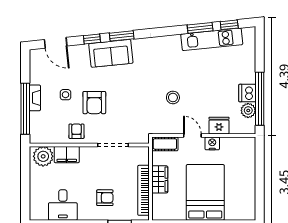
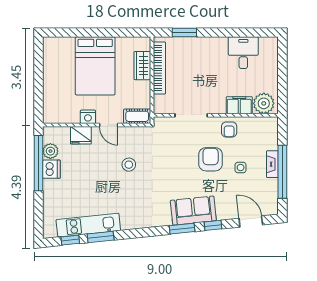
window: (25, 109) -> (282, 172), moved
wardrobe: (160, 179) -> (142, 66), moved
armchair: (105, 198) -> (200, 60), removed

